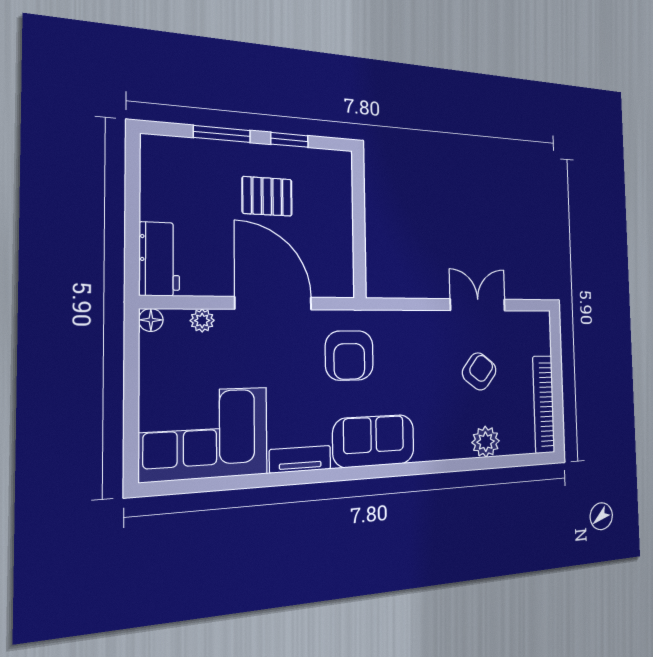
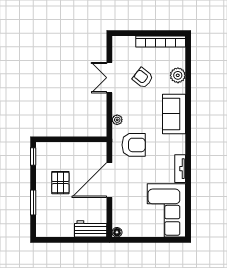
window: (289, 140) -> (33, 157), moved
plant: (202, 321) -> (117, 120), moved
sofa: (374, 441) -> (174, 114), moved

